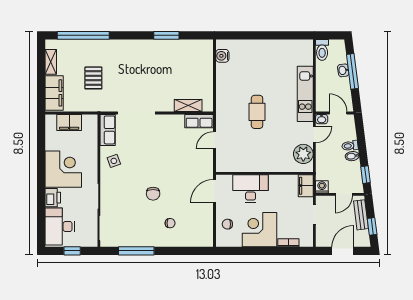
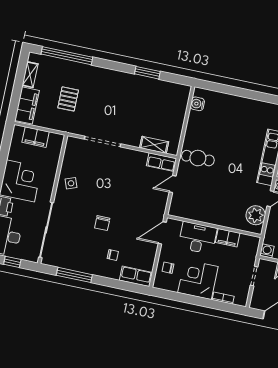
cafe table: (257, 112) -> (198, 158), moved, turned 90
row of seats: (108, 130) -> (136, 276), moved, turned -90
filing cabinet: (306, 186) -> (228, 238), moved, turned -90

